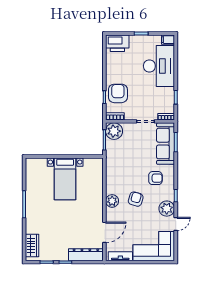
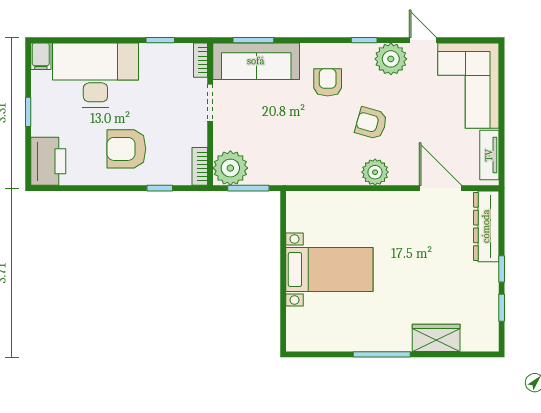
armchair: (118, 93) -> (126, 149), moved
wardrobe: (32, 245) -> (436, 338), moved

